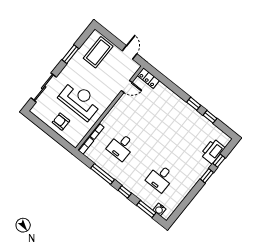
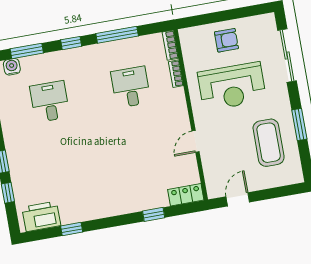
coffee table: (98, 52) -> (269, 143), moved
door: (130, 52) -> (238, 199), swing flipped
door: (127, 87) -> (196, 141), moved
window: (194, 104) -> (154, 214), moved
printer: (213, 151) -> (41, 216), moved, turned -90

